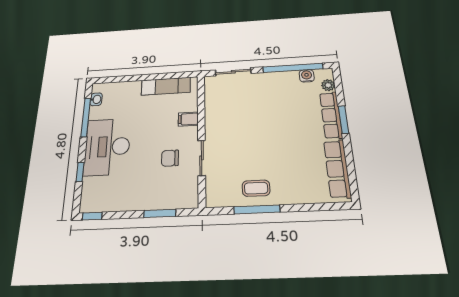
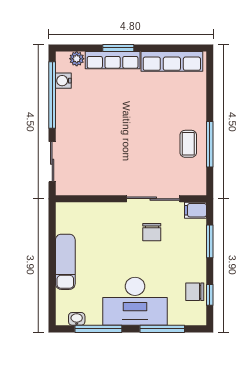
exam couch: (166, 86) -> (65, 262), moved
filing cabinet: (188, 119) -> (195, 210), moved, turned 90
sliding door: (202, 158) -> (153, 199), width x1.37
window: (80, 172) -> (162, 329), width x2.17
chair: (112, 201) -> (195, 292), added
window: (92, 216) -> (210, 295), moved

